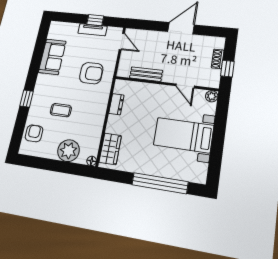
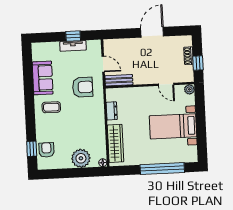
door: (122, 41) -> (103, 64), moved
bench: (146, 74) -> (119, 80), moved
window: (27, 99) -> (32, 149), moved
coffee table: (61, 110) -> (51, 107), moved
wardrobe: (110, 149) -> (116, 143), width x1.50

